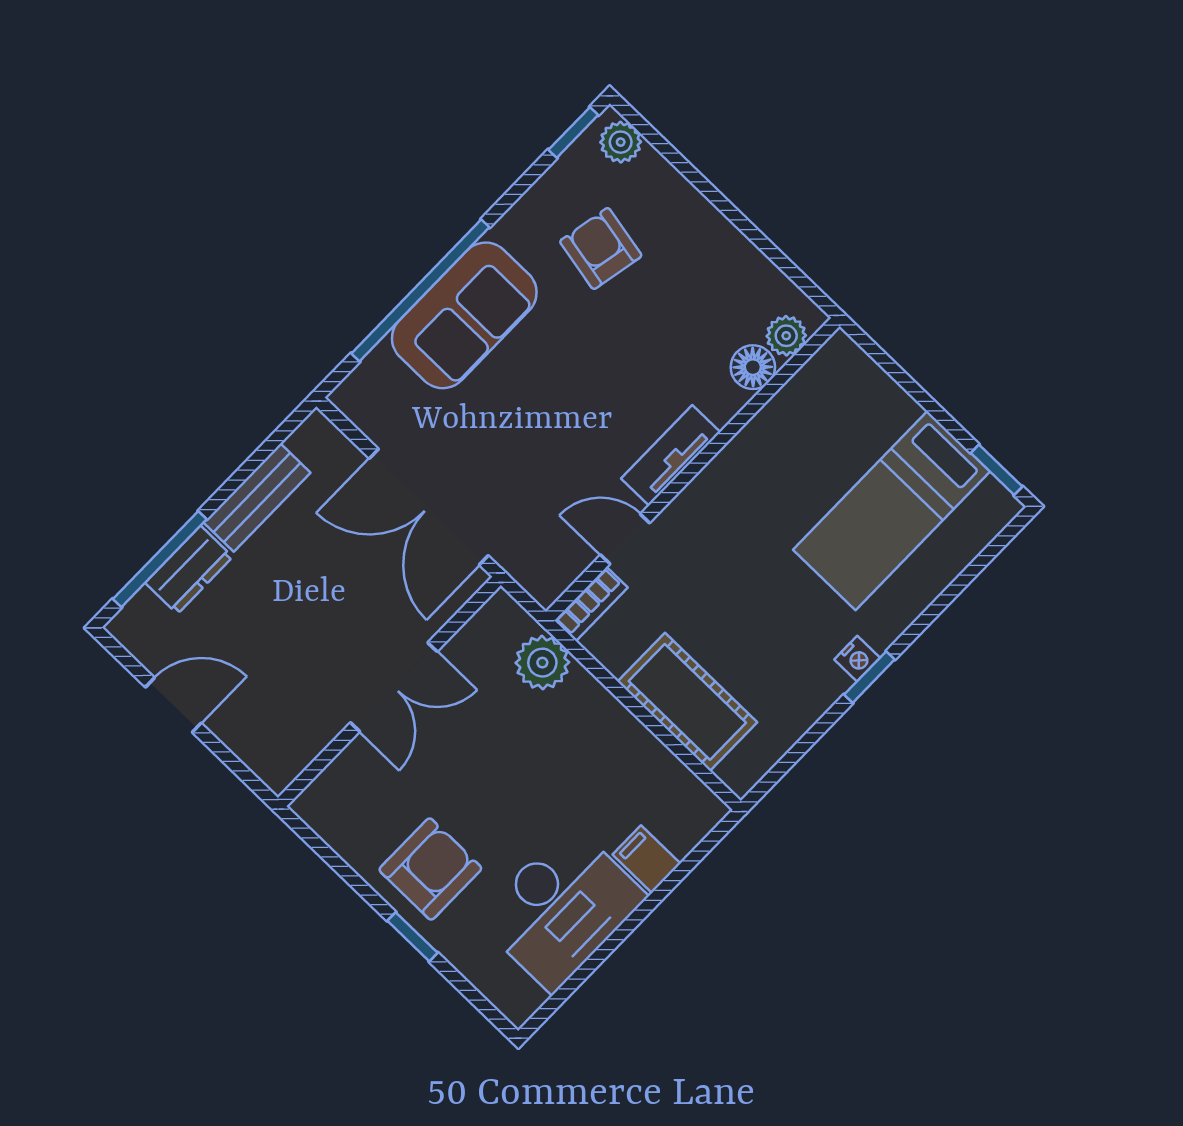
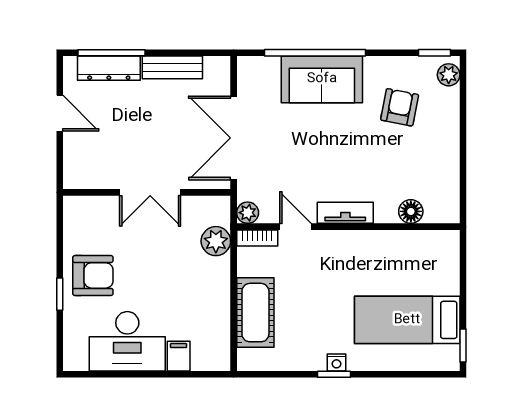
plant: (786, 336) -> (248, 213), moved
dresser: (189, 570) -> (109, 68), width x1.44

